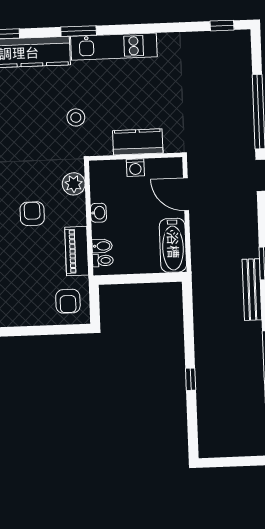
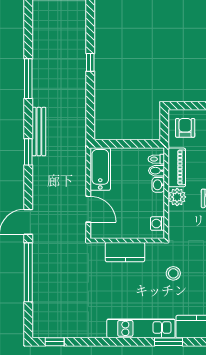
washing machine: (135, 168) -> (158, 224), moved, turned -90
plant: (74, 184) -> (177, 197), moved
washbasin: (98, 213) -> (158, 185), moved

